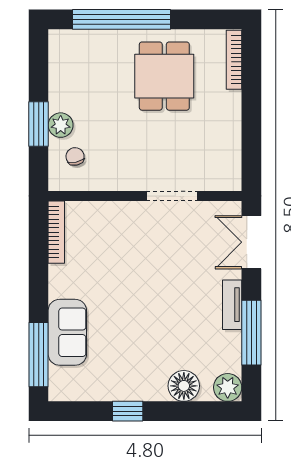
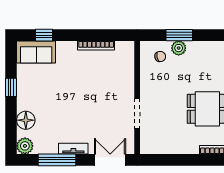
bookcase: (56, 232) -> (96, 45), moved
sofa: (67, 332) -> (36, 52), moved
window: (39, 355) -> (44, 35), width x0.46

